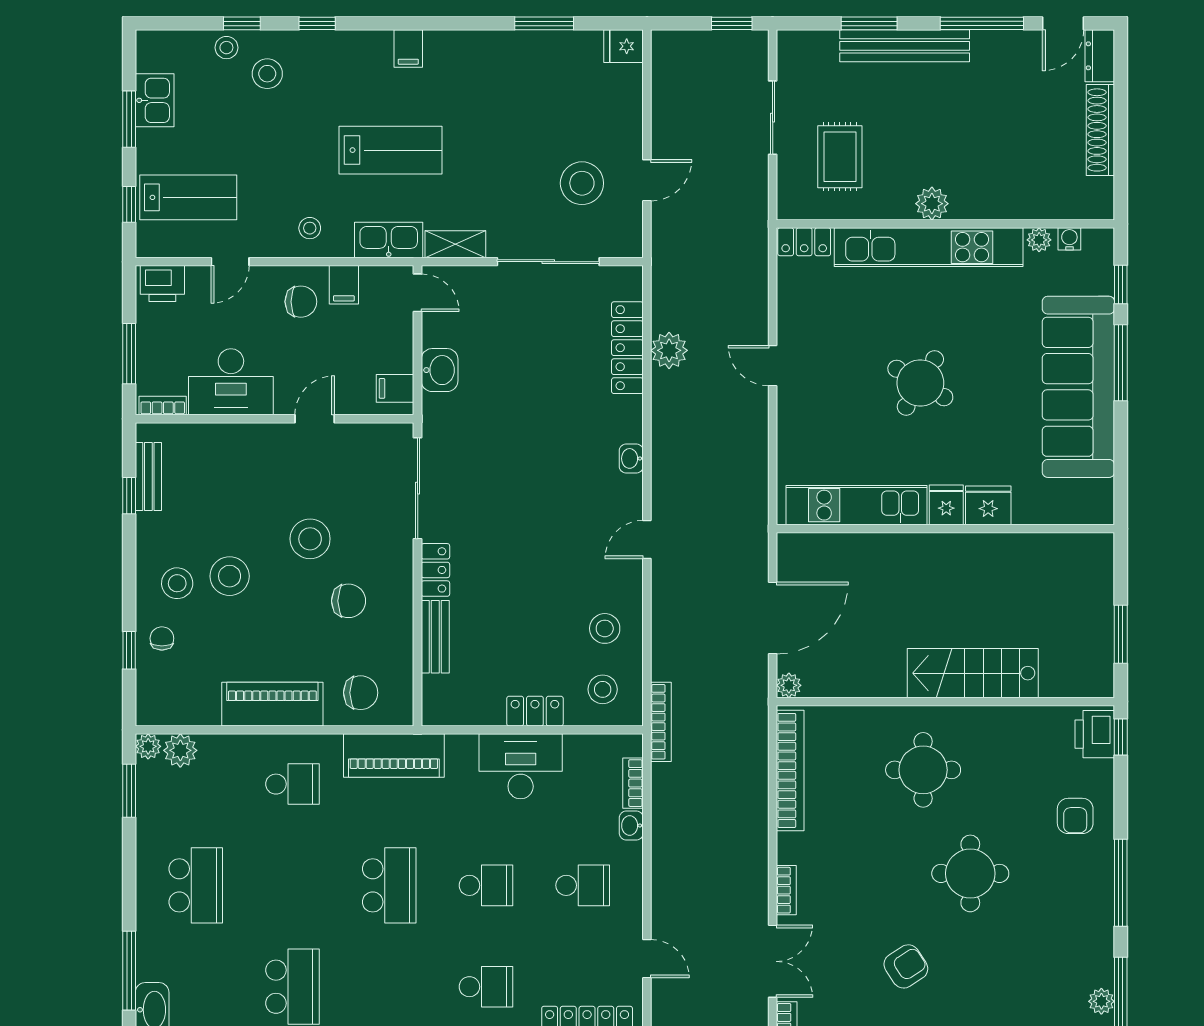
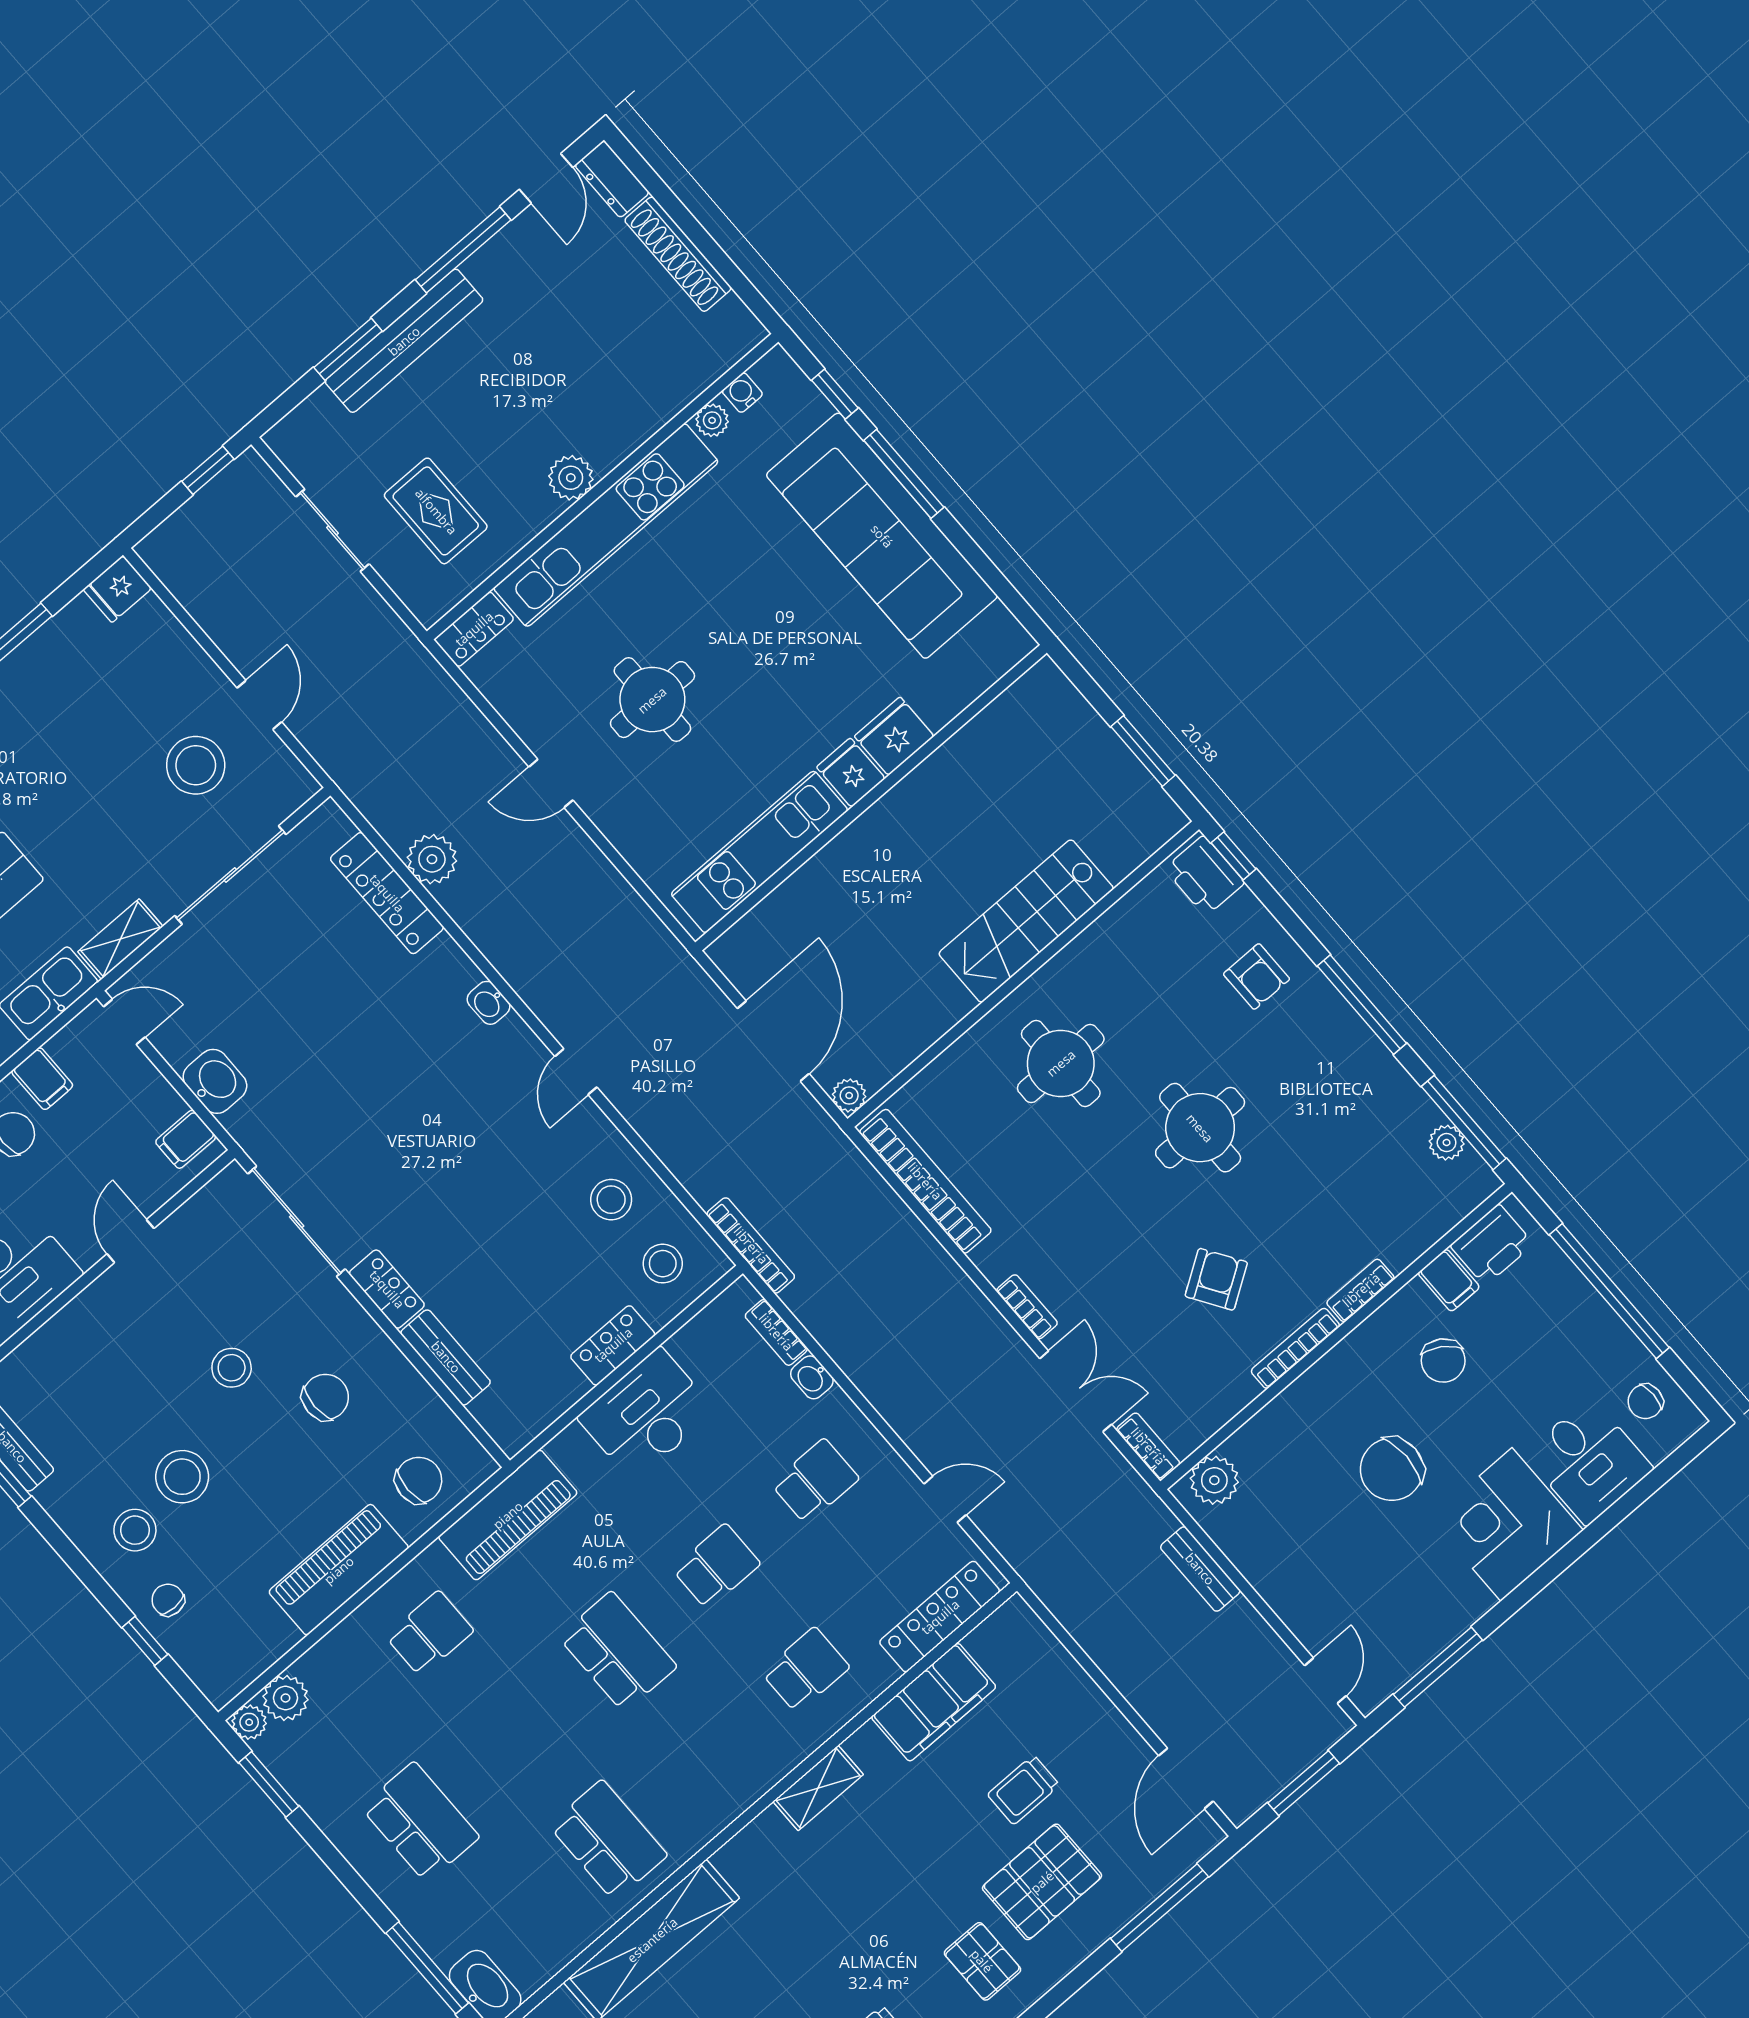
round table: (920, 383) -> (652, 700), moved, turned -31
stool: (310, 539) -> (232, 1368), width x0.73, depth x0.73

